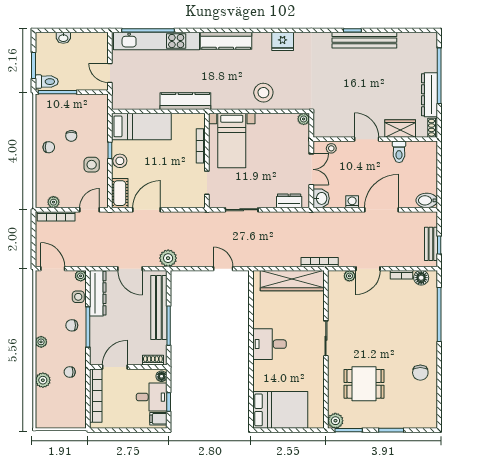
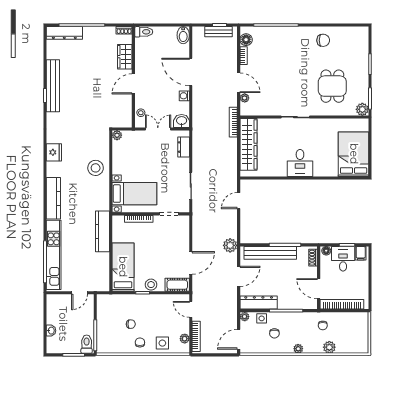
dresser: (429, 95) -> (64, 33), moved
toilet: (399, 152) -> (144, 32), moved
side table: (92, 165) -> (162, 343), moved
door: (147, 210) -> (191, 263), swing flipped
chair: (72, 325) -> (274, 333), moved

